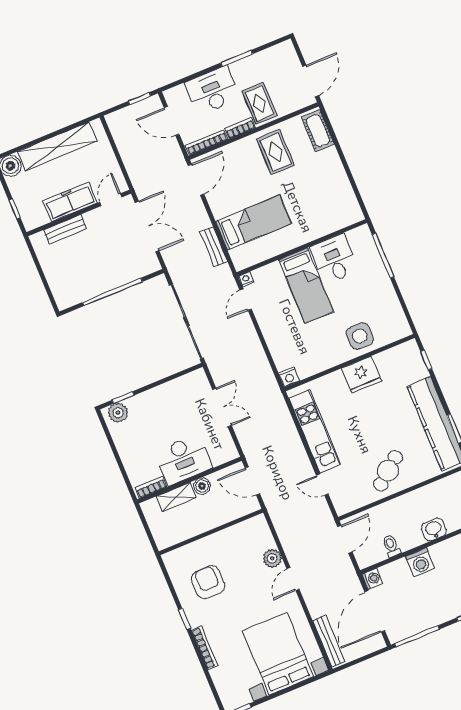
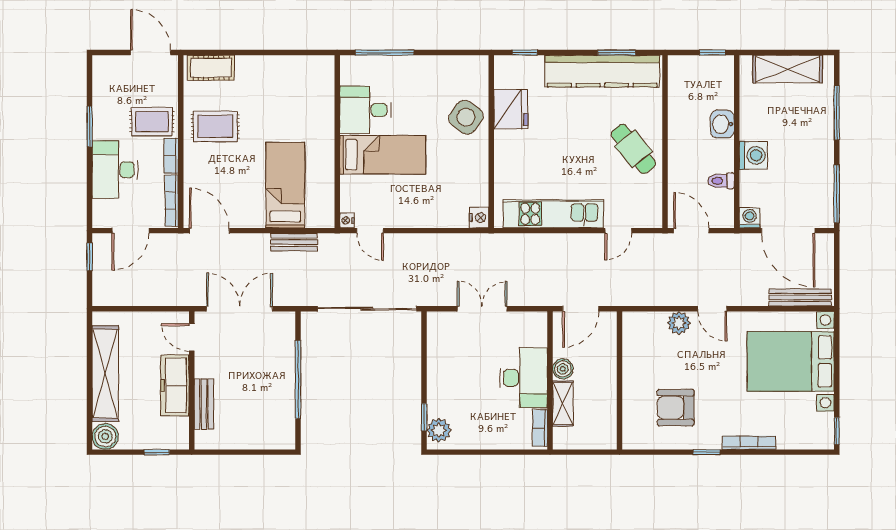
side table: (360, 336) -> (466, 117), turned 36
fridge: (362, 375) -> (511, 109), moved

